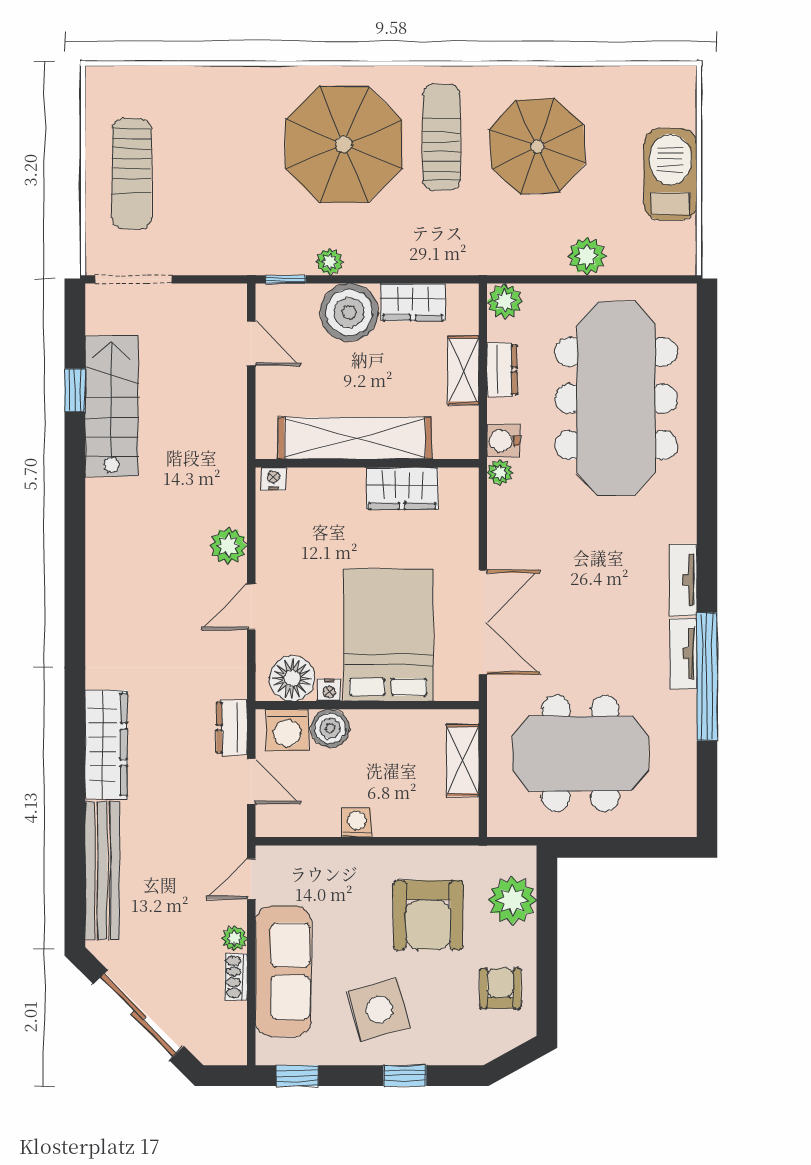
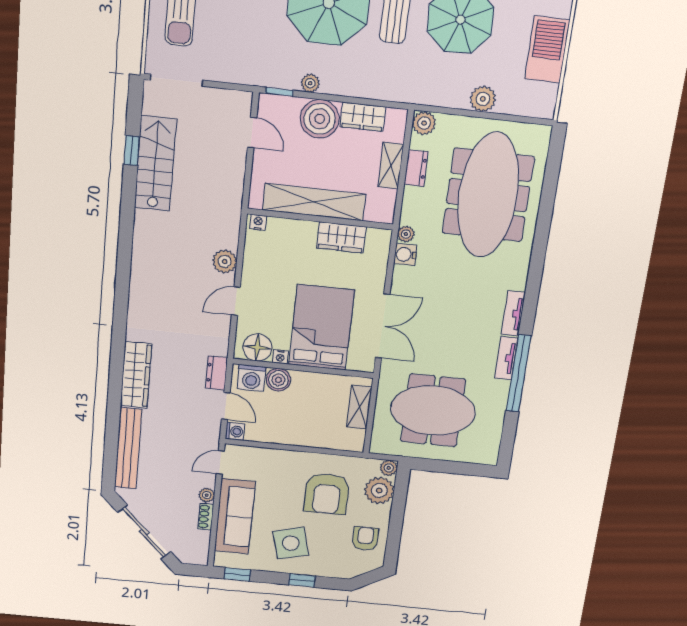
water cooler: (503, 441) -> (405, 254), moved
washing machine: (357, 823) -> (235, 431), moved, turned 90
plant: (523, 859) -> (389, 468), added

